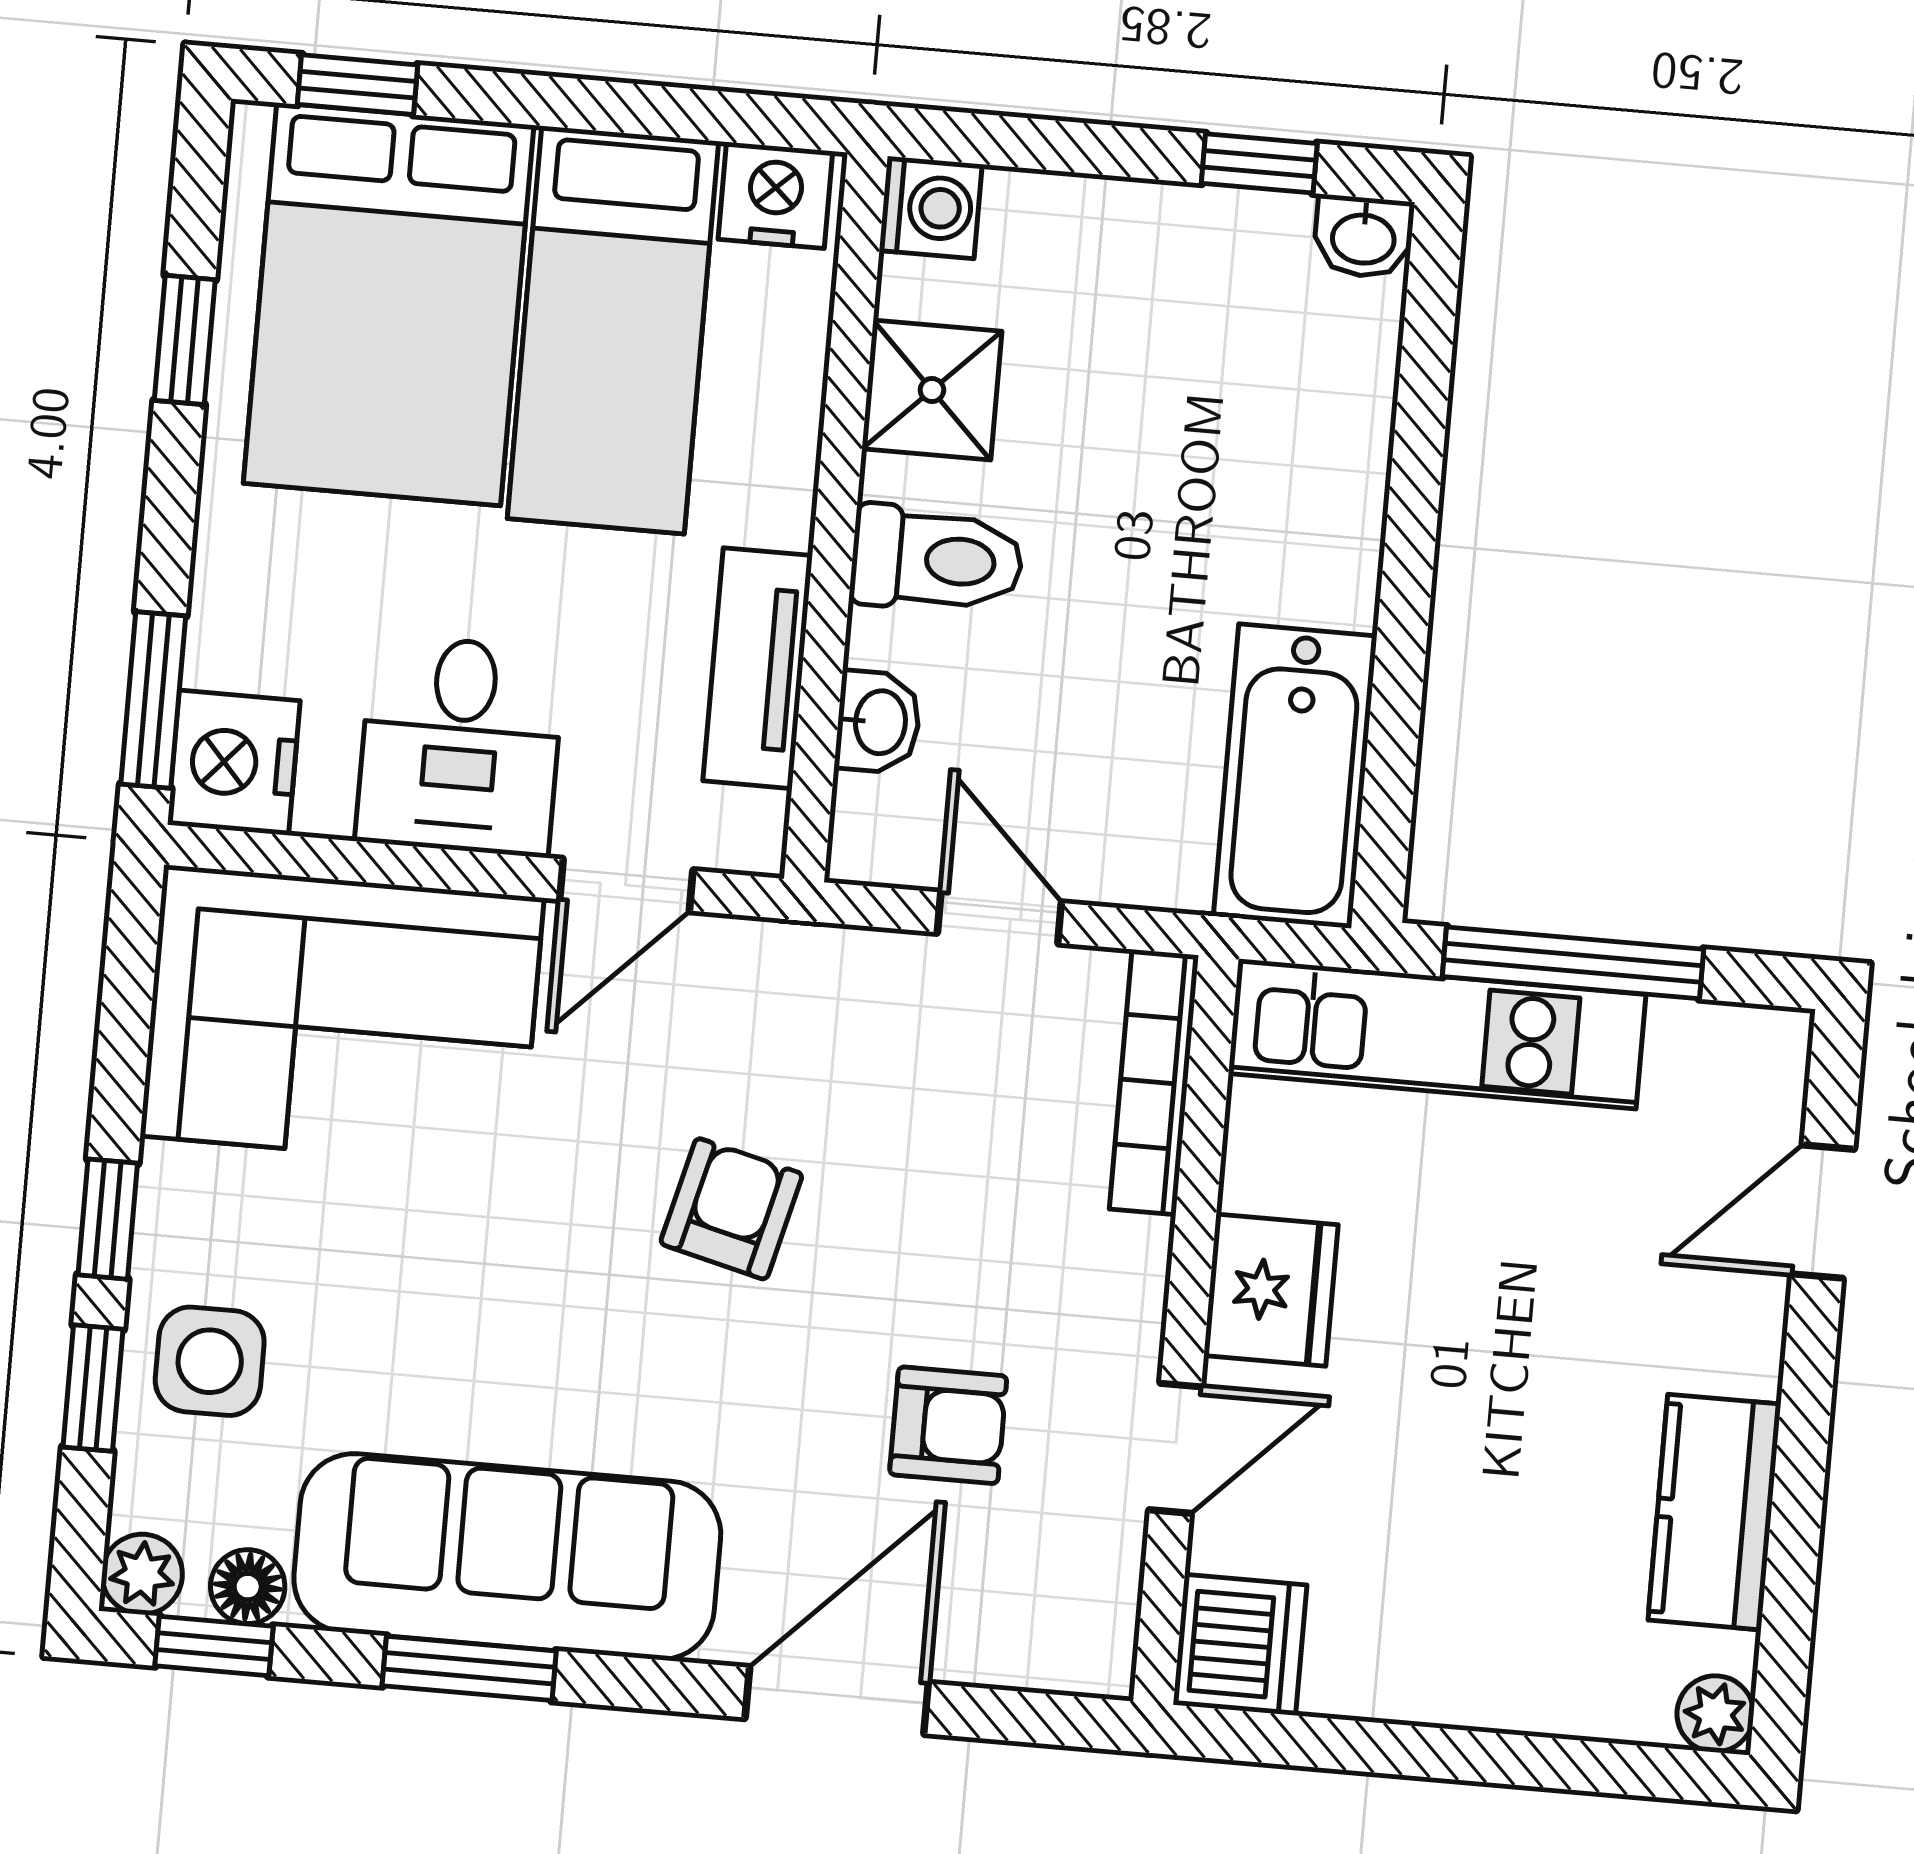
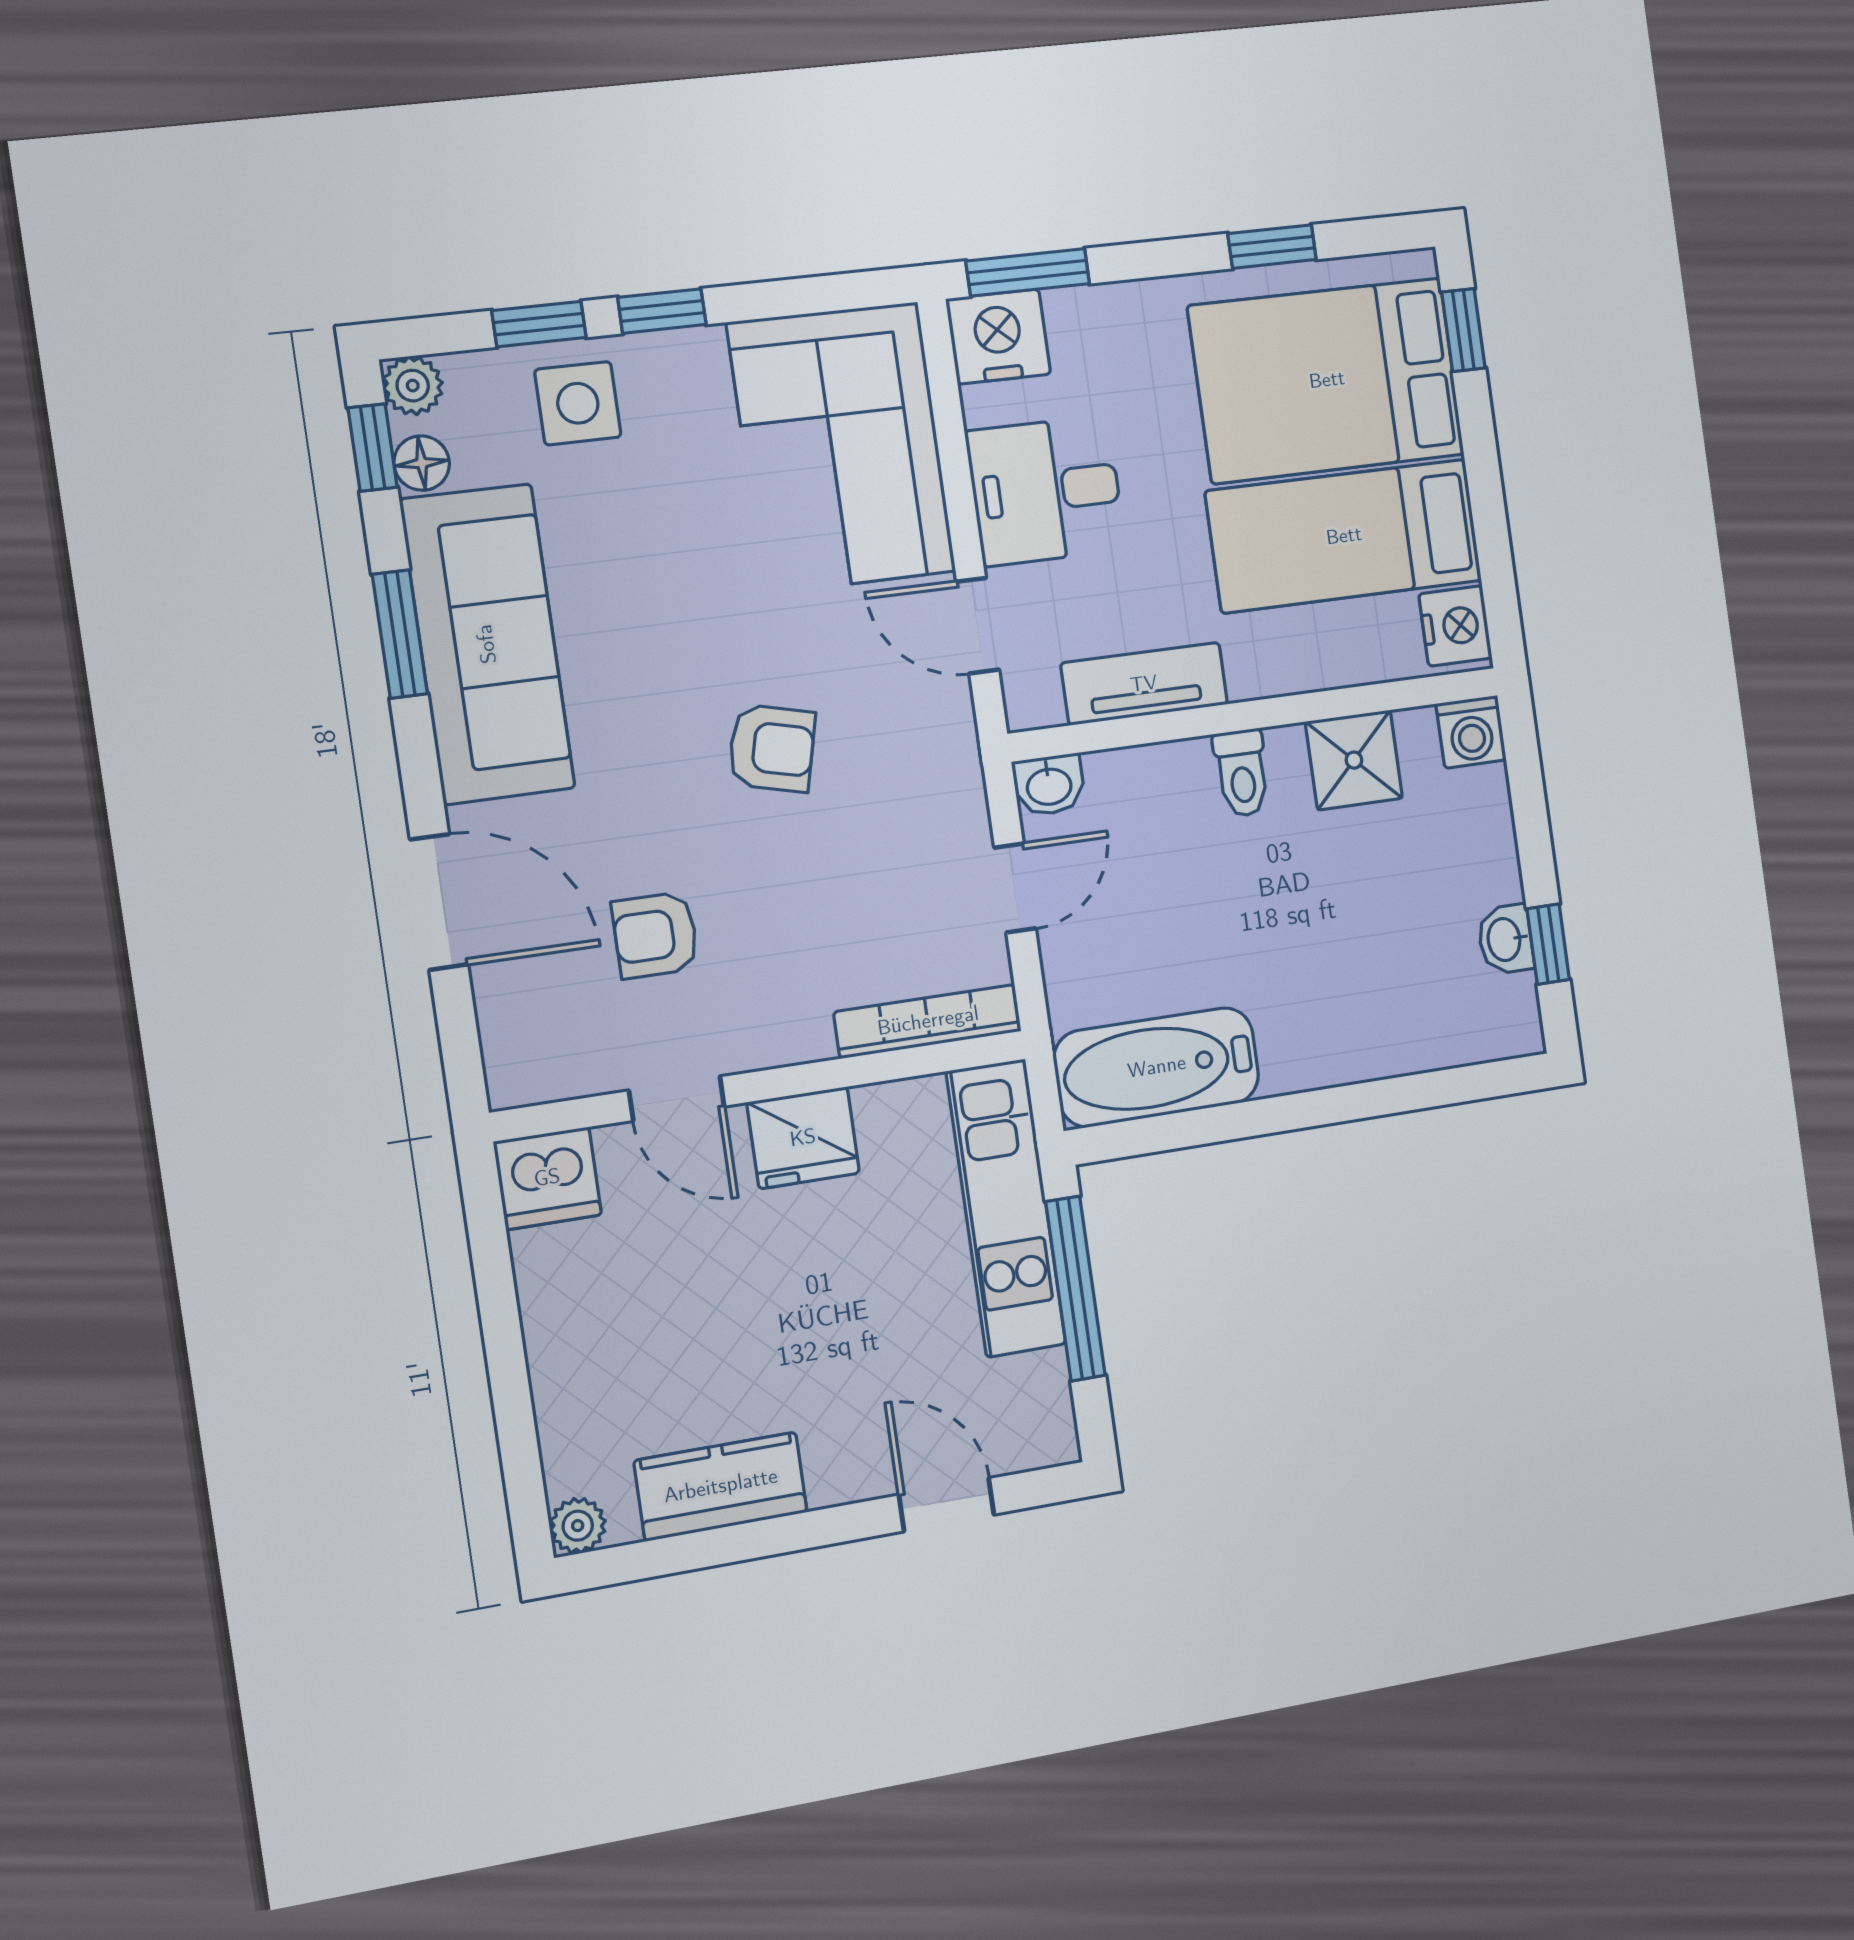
washbasin: (1363, 237) -> (1505, 939), moved
toilet: (937, 560) -> (1242, 773), width x0.73, depth x0.72
washbasin: (878, 722) -> (1049, 785), moved
armchair: (948, 1425) -> (655, 935), turned 90

